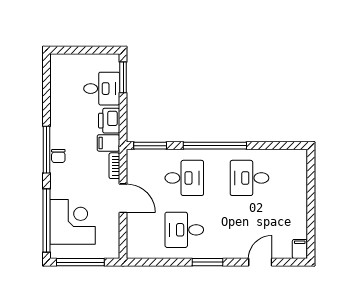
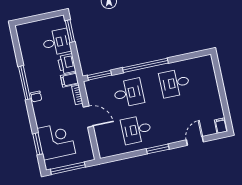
window: (47, 150) -> (24, 83), moved
window: (47, 220) -> (38, 144), width x0.47

